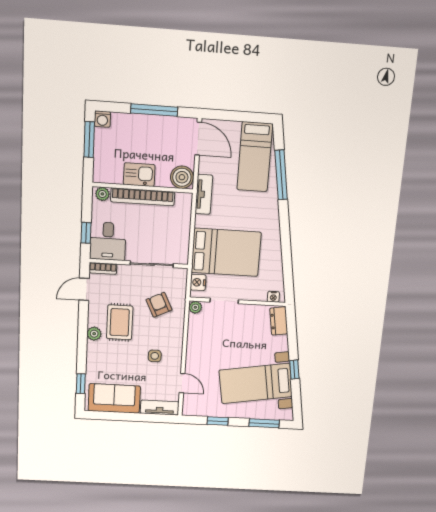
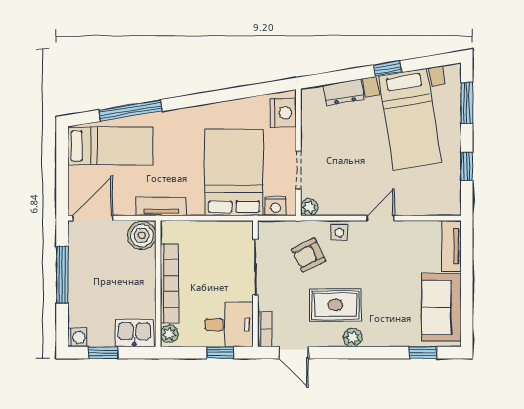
window: (89, 140) -> (103, 353), width x0.67
kitchen sink: (139, 175) -> (134, 333), moved, turned 90
nightstand: (273, 297) -> (283, 113), width x1.89, depth x1.79
dresser: (279, 321) -> (344, 92), moved
side table: (155, 356) -> (339, 233), moved
door: (182, 383) -> (381, 218), moved

